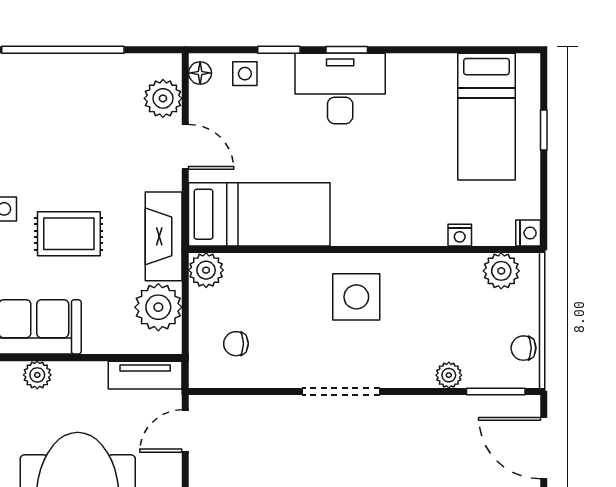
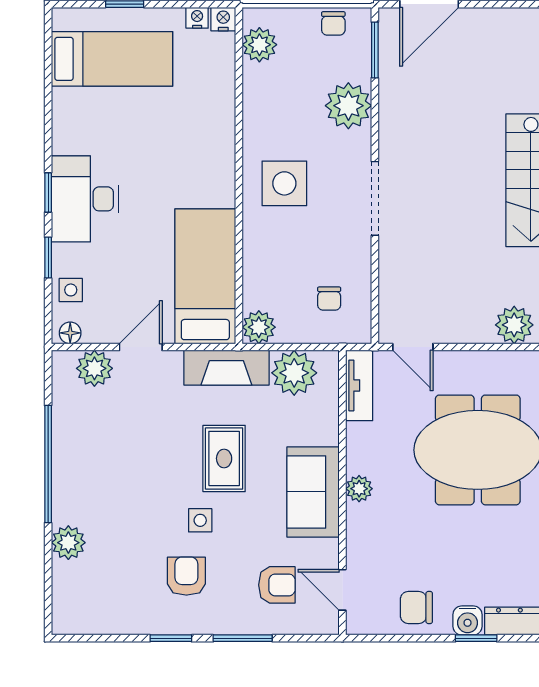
nightstand: (460, 235) -> (197, 18), moved, turned -90
plant: (449, 375) -> (348, 106), width x1.88, depth x1.88

